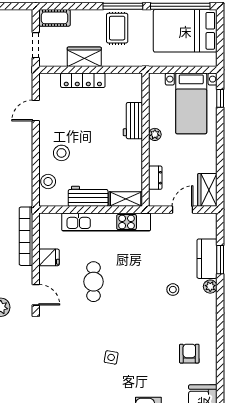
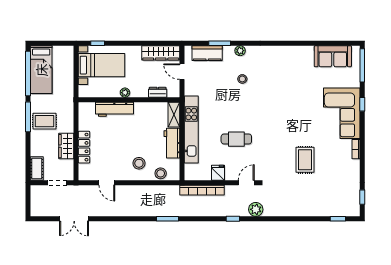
bed: (185, 31) -> (41, 70), width x0.67
workbench: (133, 121) -> (115, 109), width x1.37
wardrobe: (207, 190) -> (161, 53), width x1.50
kitchen counter: (207, 259) -> (207, 53), moved
armchair: (189, 354) -> (291, 67), removed
side table: (111, 357) -> (294, 126), removed
rug: (66, 372) -> (305, 160), added

